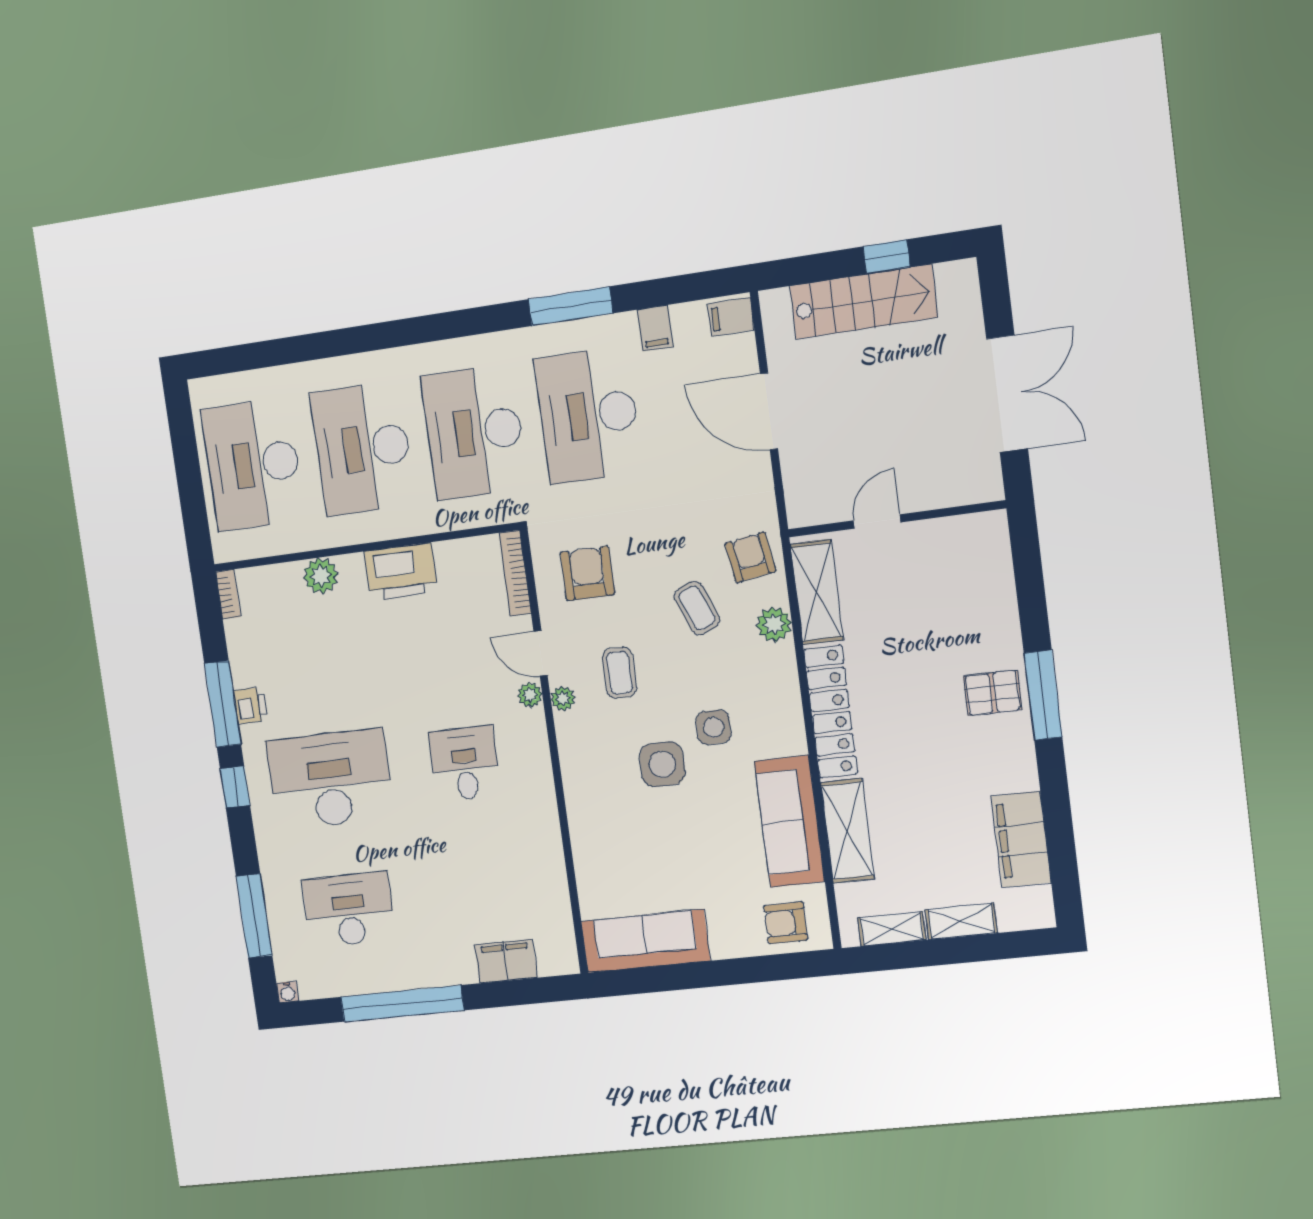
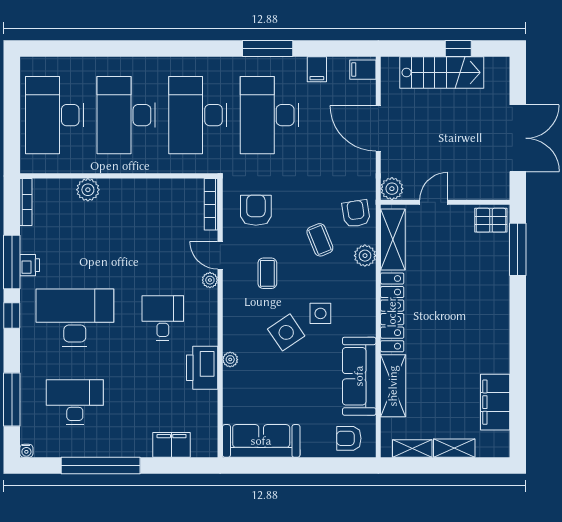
plant: (804, 508) -> (392, 189), added
printer: (401, 572) -> (202, 368), moved, turned 90
bookcase: (228, 594) -> (26, 202), width x1.56
pallet: (993, 693) -> (491, 220), moved
window: (1043, 695) -> (518, 249), moved
plant: (563, 699) -> (230, 360), moved
side table: (662, 764) -> (286, 332), turned -34

